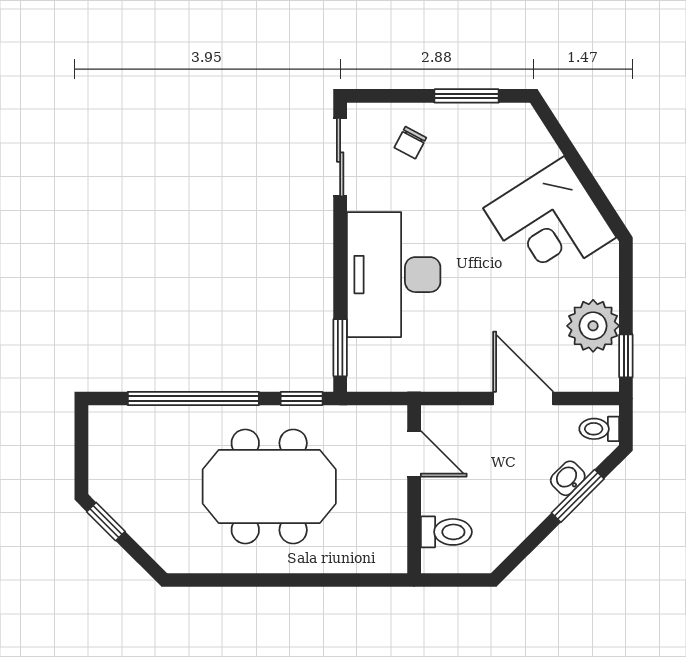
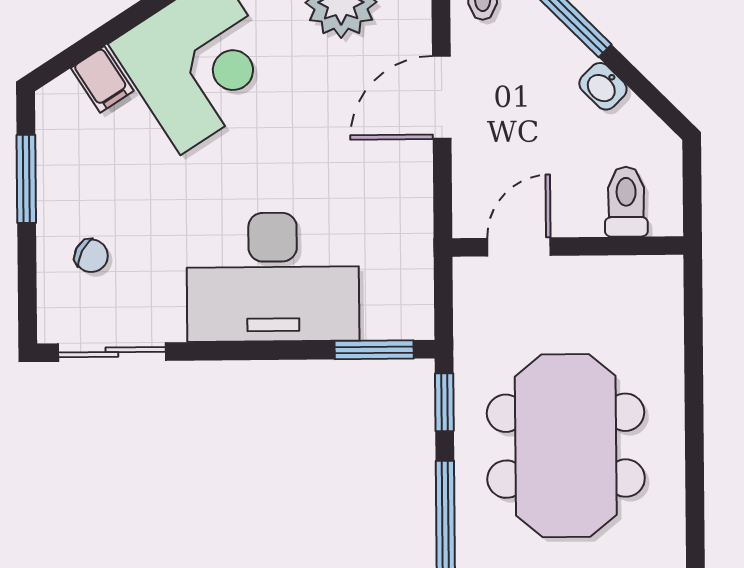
filing cabinet: (538, 152) -> (102, 79), added
washbasin: (568, 478) -> (603, 86), moved

